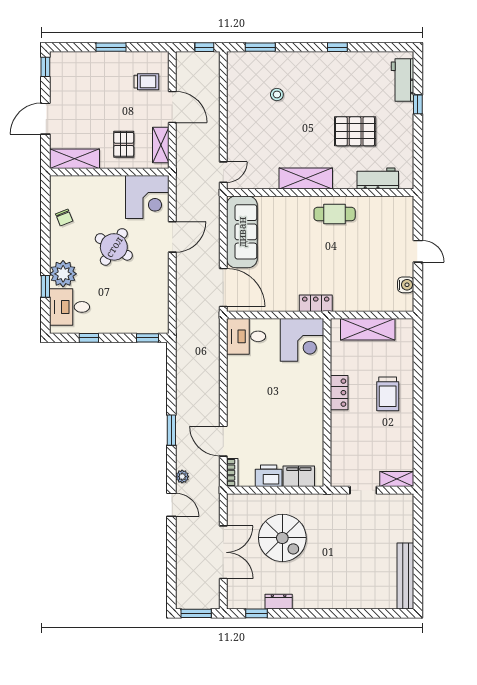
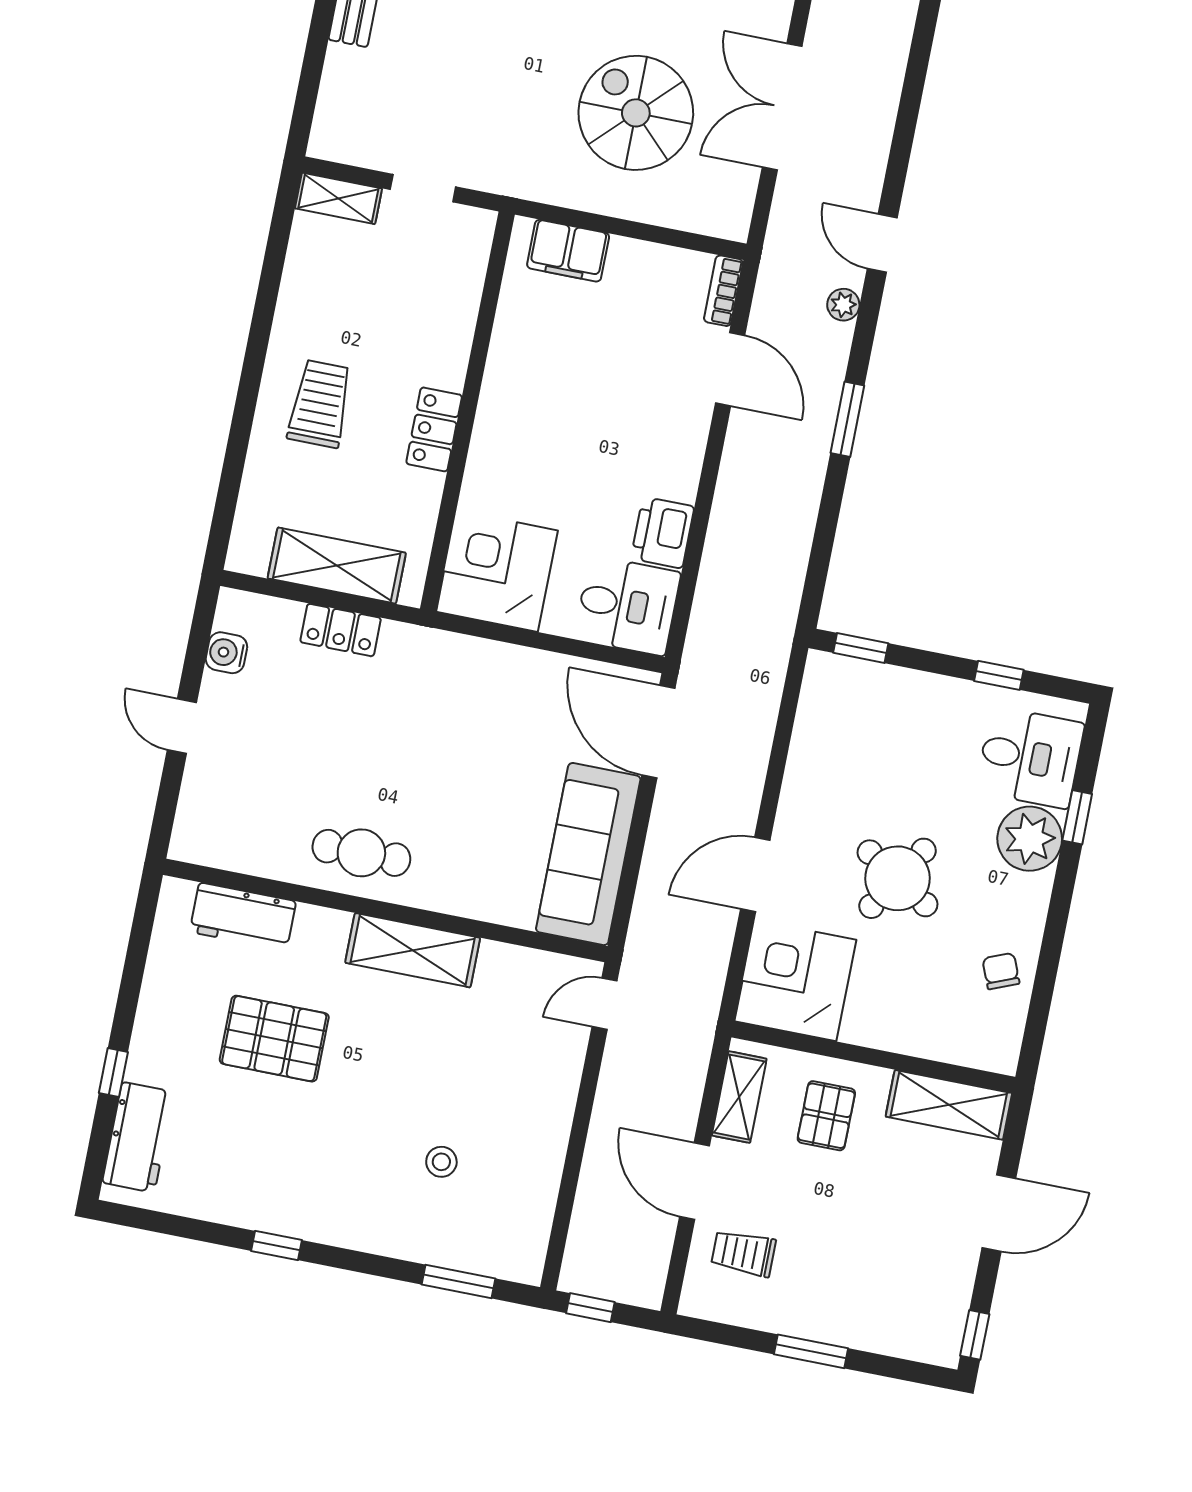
locker: (316, 303) -> (341, 630), moved
printer: (269, 476) -> (663, 533), moved, turned 90

